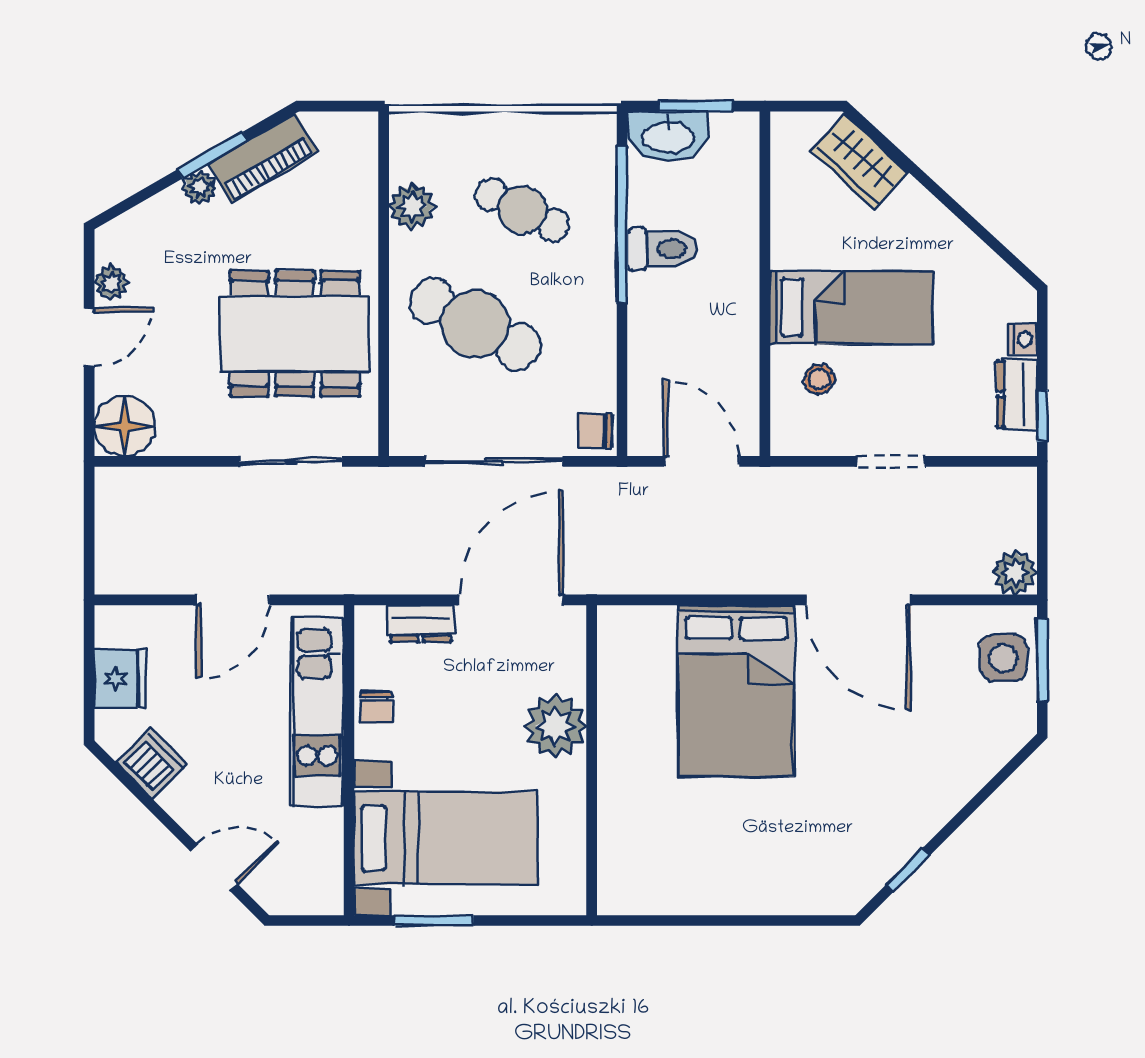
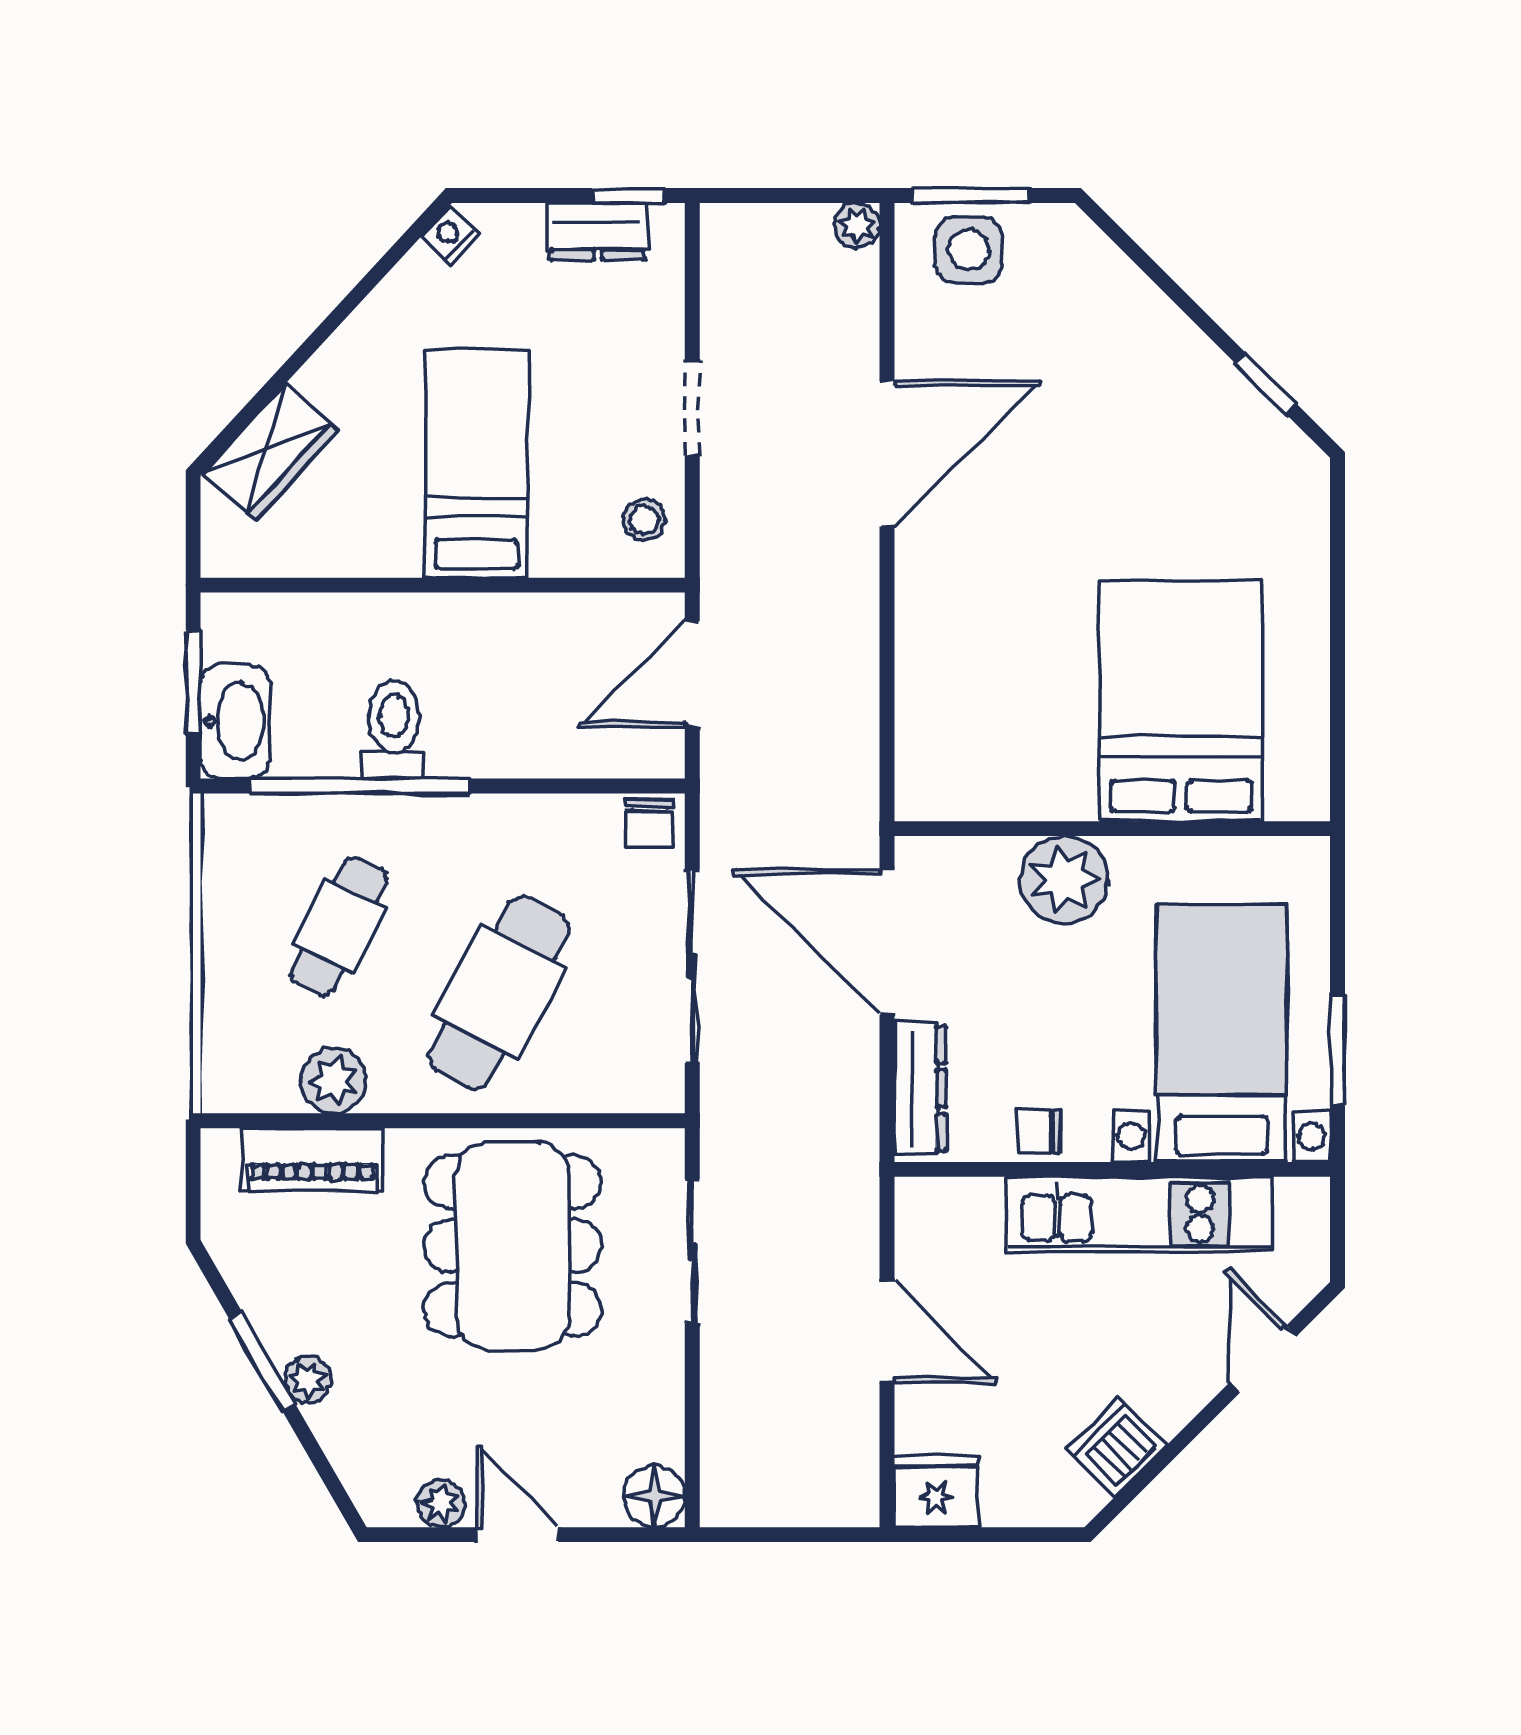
piano: (263, 158) -> (312, 1160), moved, turned 120
nightstand: (1023, 339) -> (450, 235), moved, turned -47
stool: (819, 379) -> (644, 520), moved
floor lamp: (124, 426) -> (654, 1497), width x0.73, depth x0.73
plant: (1015, 573) -> (857, 225), width x0.73, depth x0.73
dresser: (421, 623) -> (920, 1089), width x1.44
fridge: (120, 679) -> (936, 1492), moved
bed: (736, 691) -> (1181, 701), moved, turned -90
chair: (376, 708) -> (1038, 1131), turned 180
kitchen unit: (317, 712) -> (1139, 1214), moved

